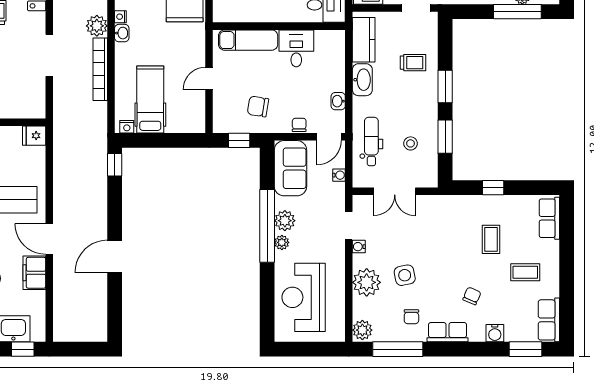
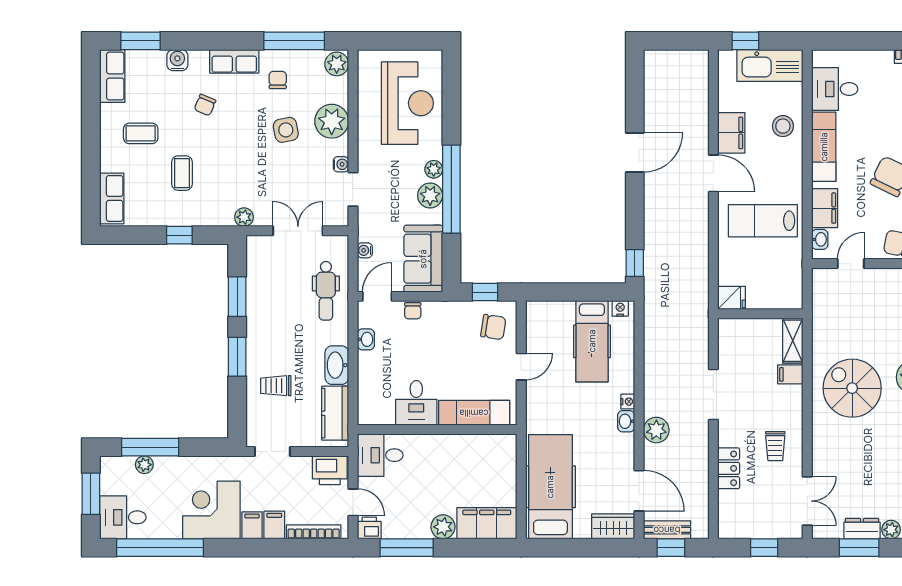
nightstand: (120, 17) -> (628, 402), moved
bookcase: (100, 69) -> (652, 378), removed
chair: (258, 106) -> (493, 327), moved
stool: (411, 143) -> (279, 288), removed
plant: (439, 203) -> (244, 217), added

